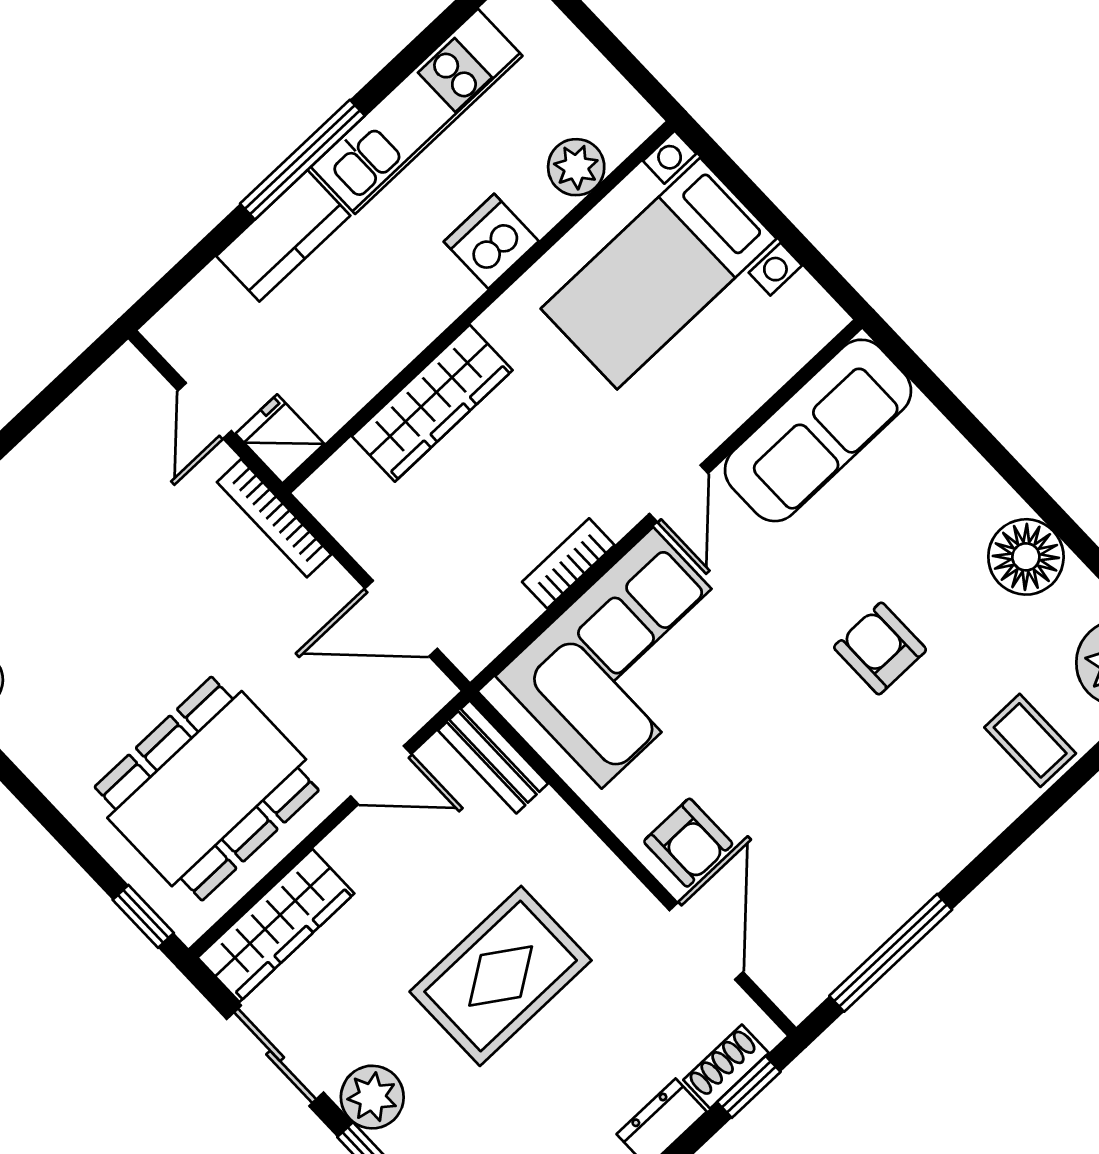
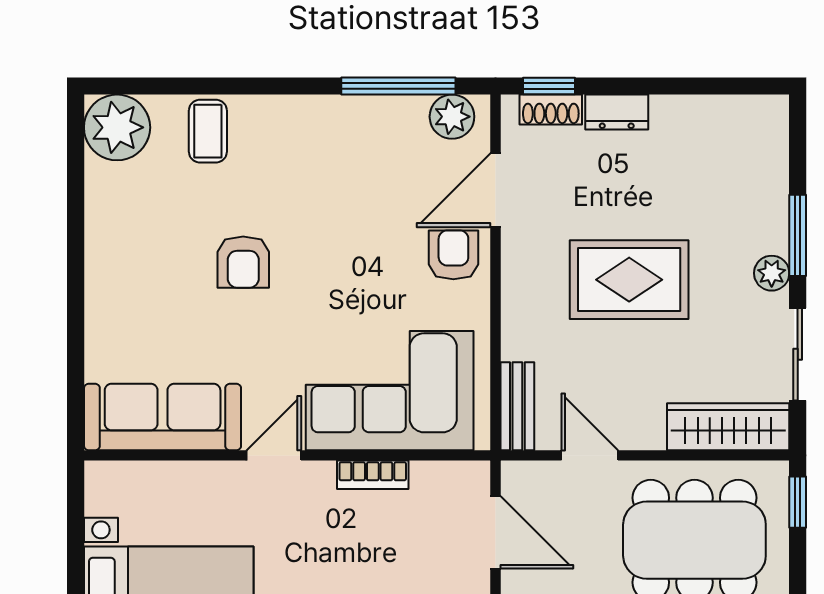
floor lamp: (1026, 557) -> (113, 236), removed
plant: (813, 972) -> (452, 117), added
plant: (372, 1097) -> (772, 273), width x0.73, depth x0.73

